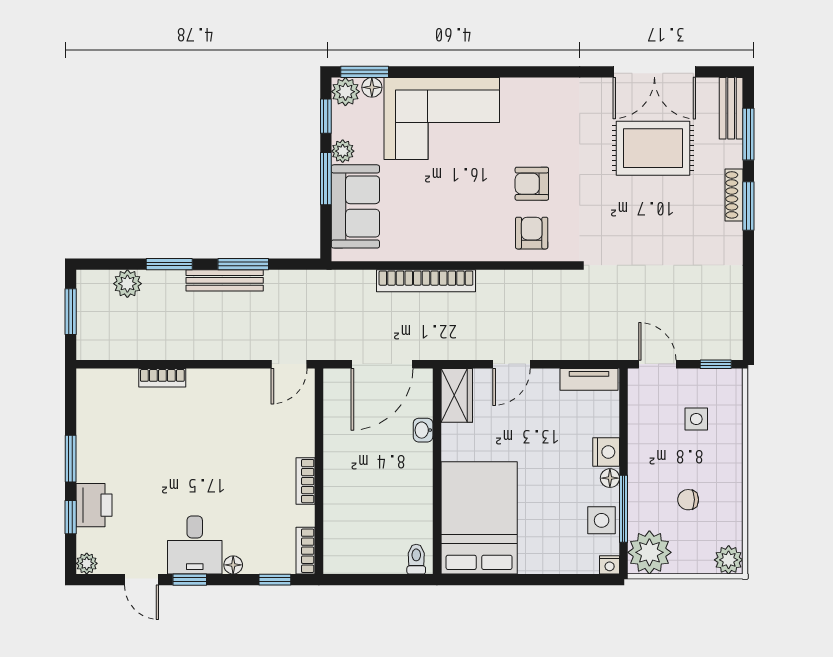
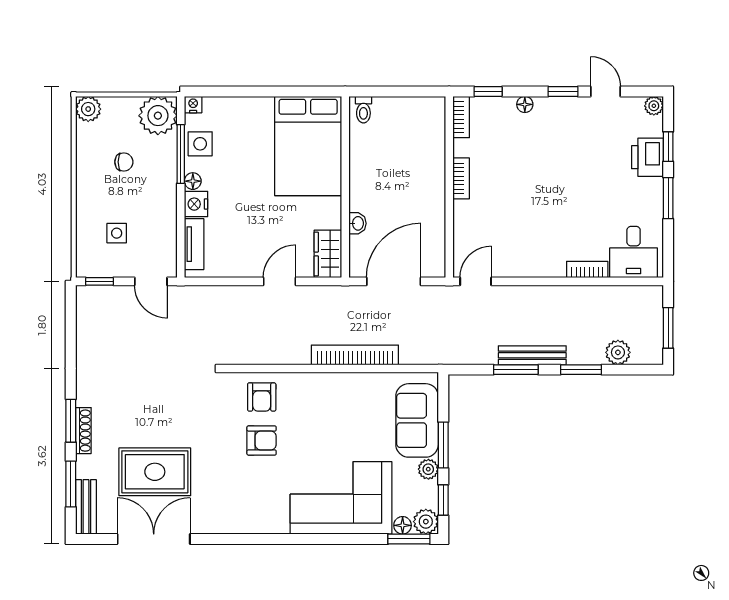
tv unit: (589, 379) -> (194, 244), moved, turned 90
desk: (195, 545) -> (634, 252), moved, turned 180

